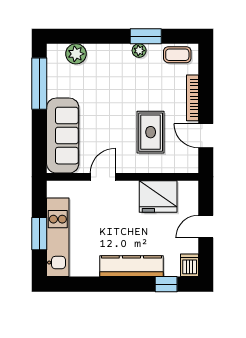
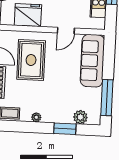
window: (146, 36) -> (65, 129), moved
rug: (151, 132) -> (31, 60), width x1.36, depth x1.43

